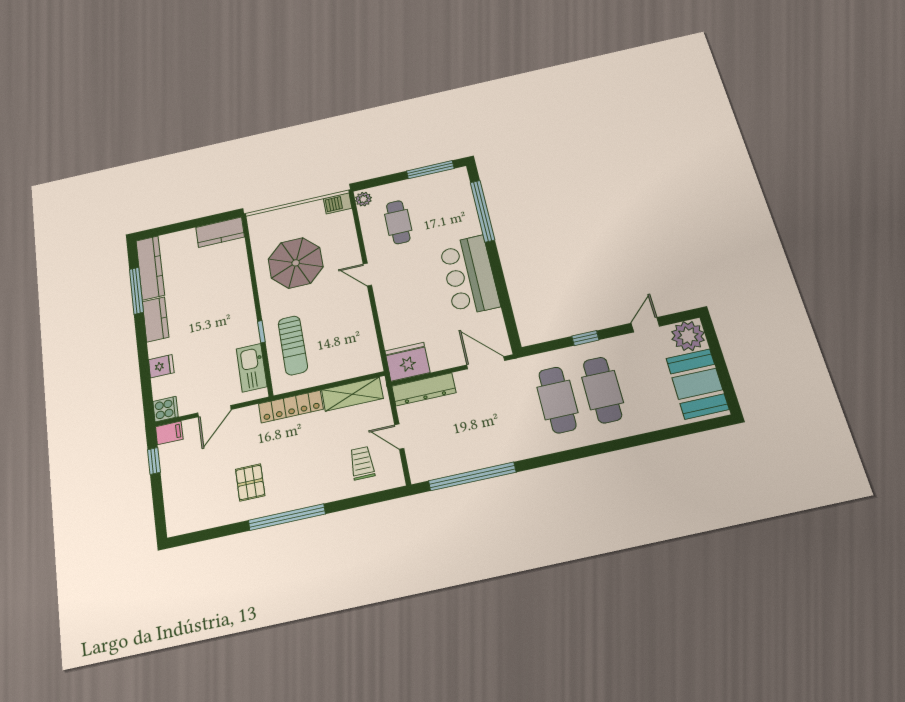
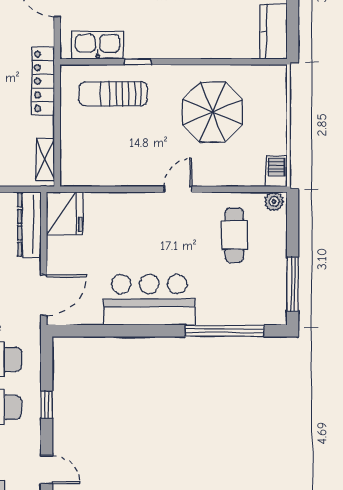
cafe table: (398, 222) -> (234, 235), turned 90
shelving: (352, 394) -> (45, 159), width x0.67, depth x0.75

